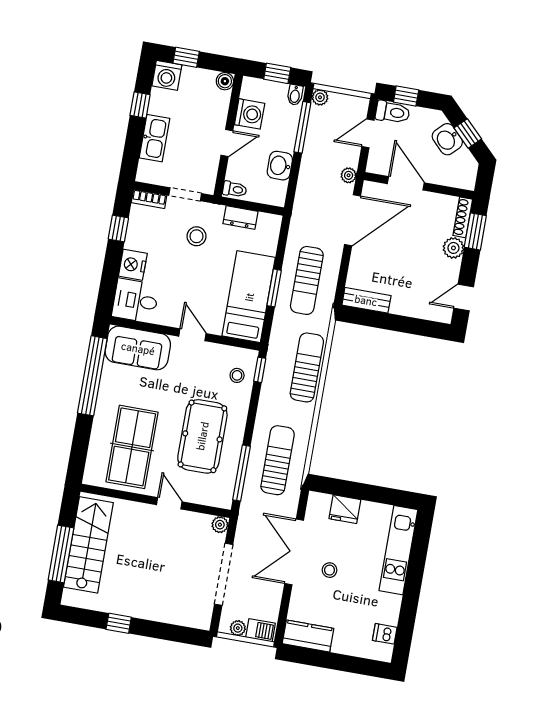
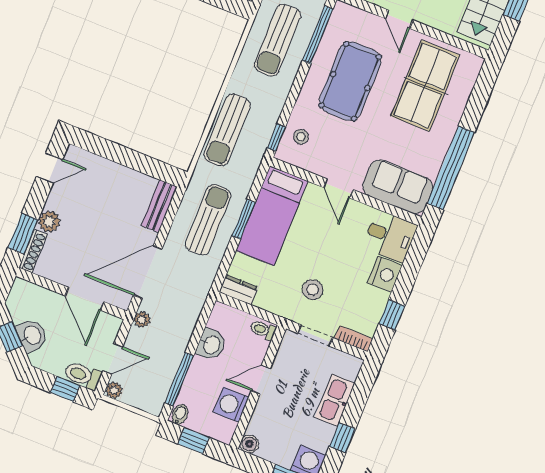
plant: (320, 97) -> (114, 390), moved
dresser: (240, 217) -> (238, 290), moved
bench: (366, 300) -> (159, 206), moved, turned 90

